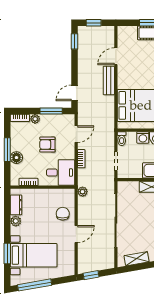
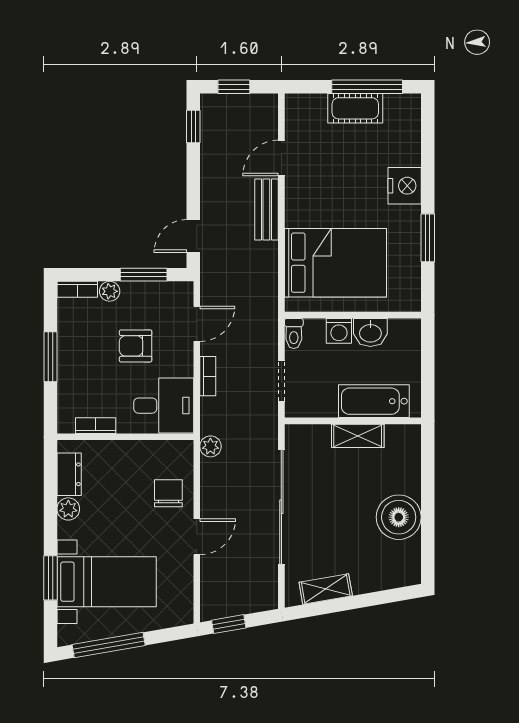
floor lamp: (16, 158) -> (70, 374), removed

